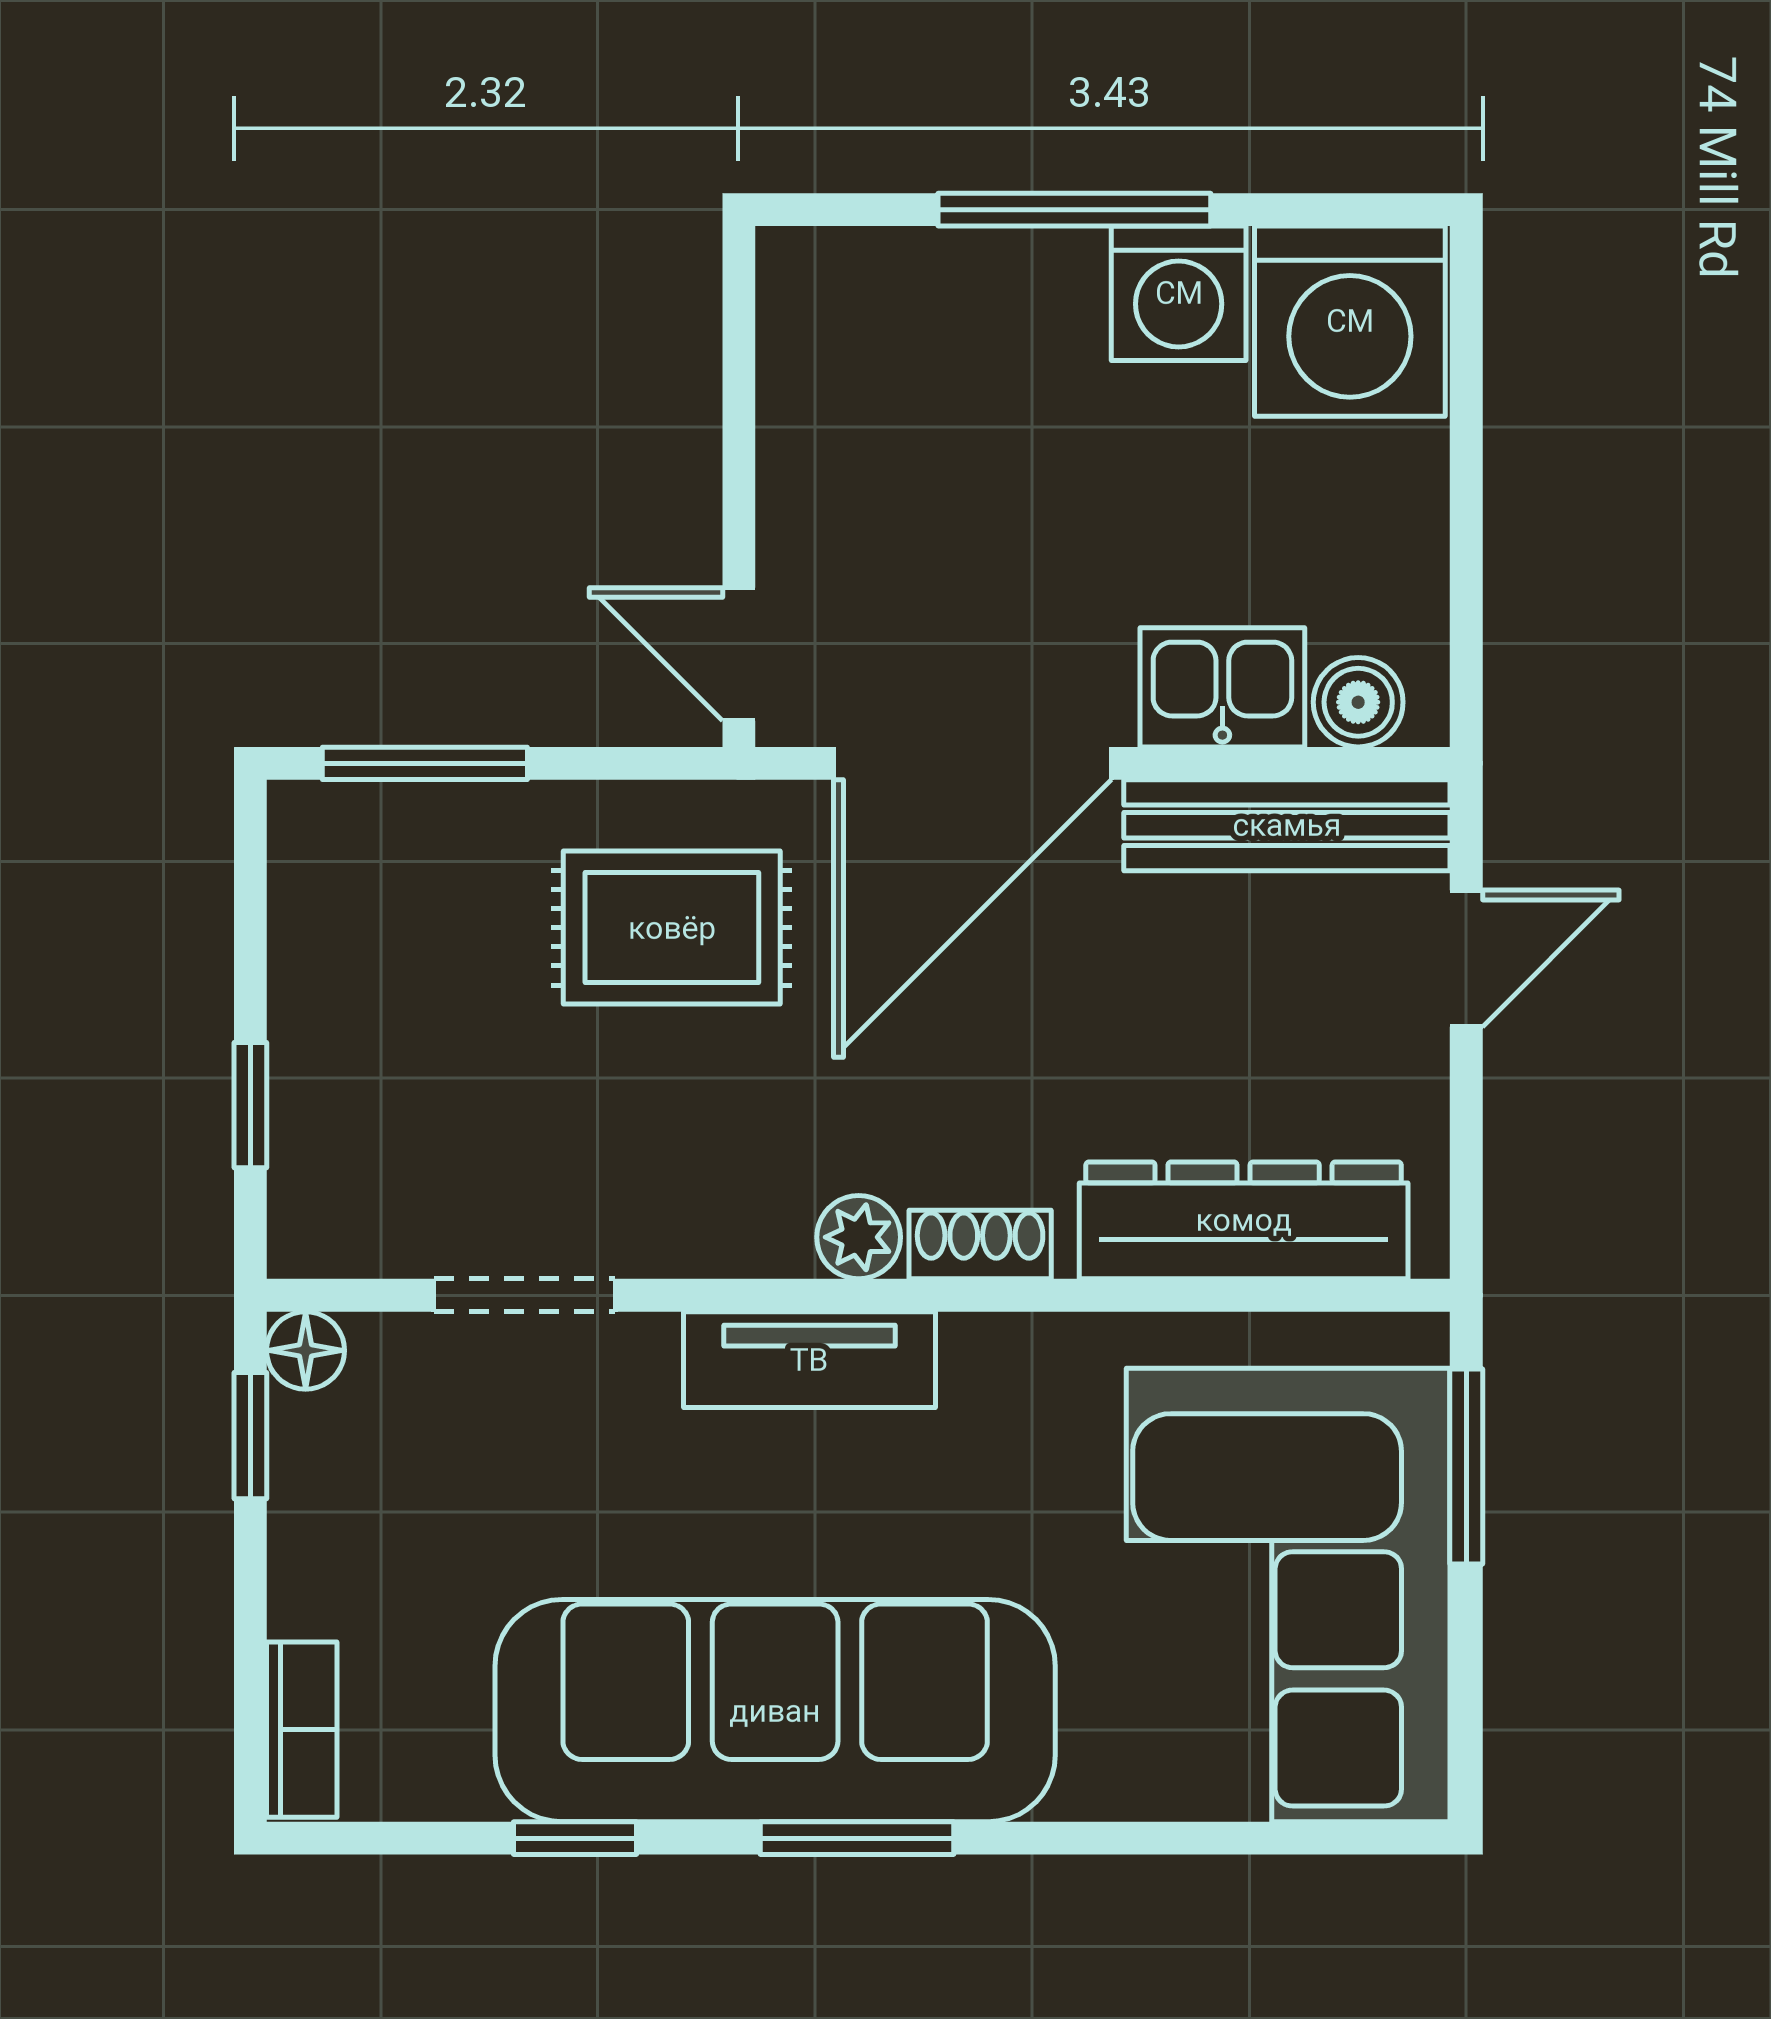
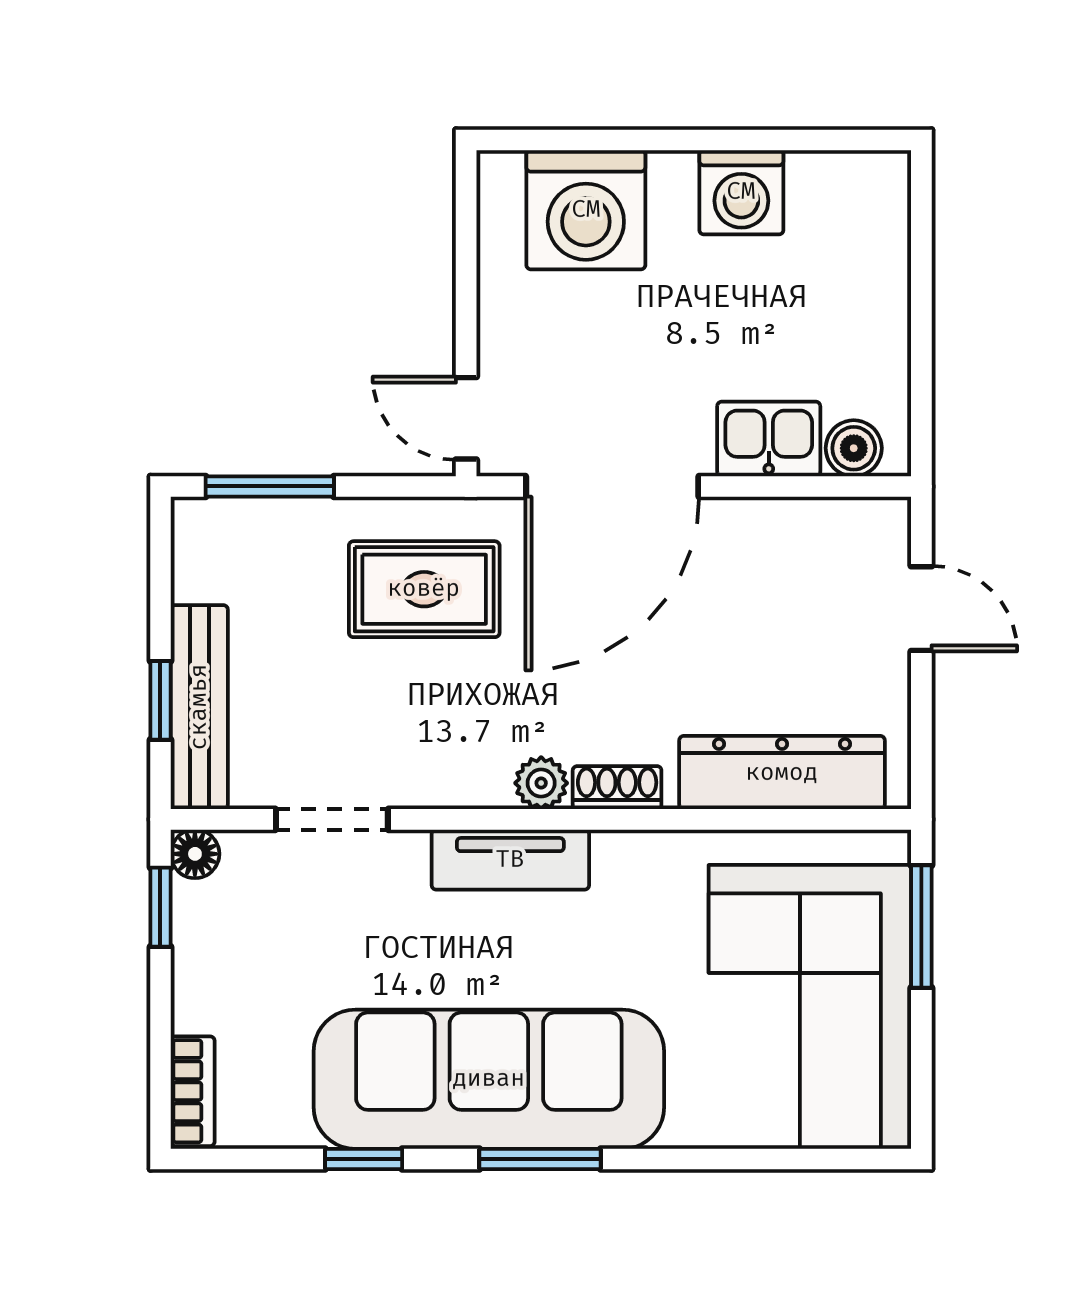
window: (1074, 210) -> (676, 140), removed
washing machine: (1350, 321) -> (586, 210), moved
bench: (1287, 825) -> (199, 707), moved, turned 90
door: (1466, 959) -> (921, 609), hinge flipped

